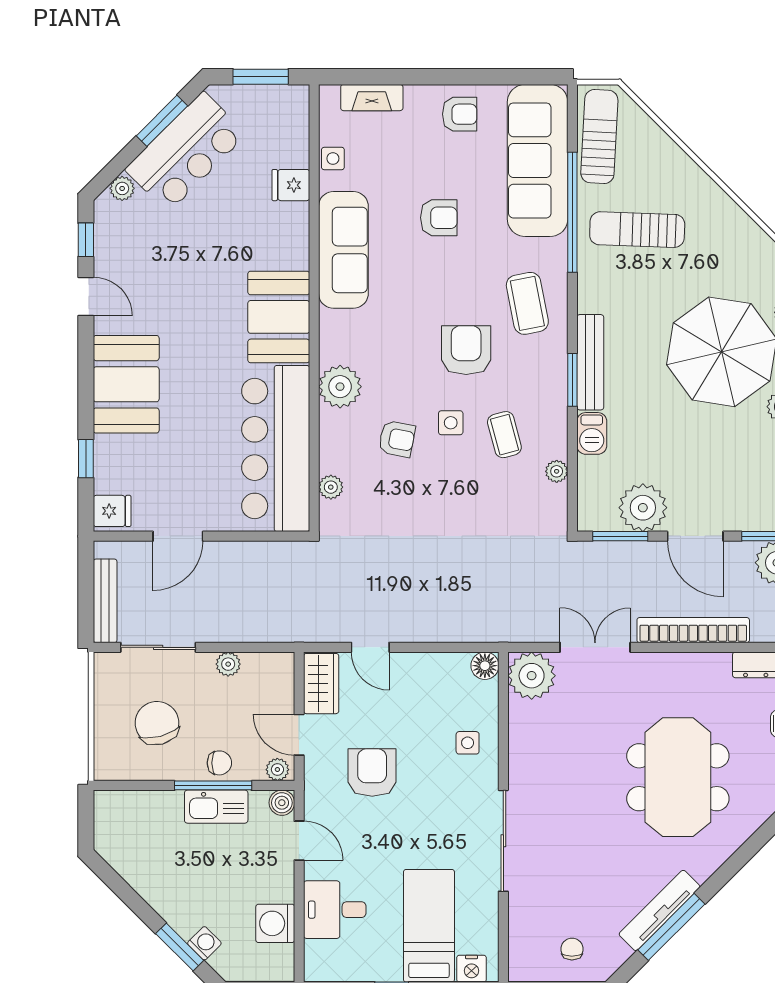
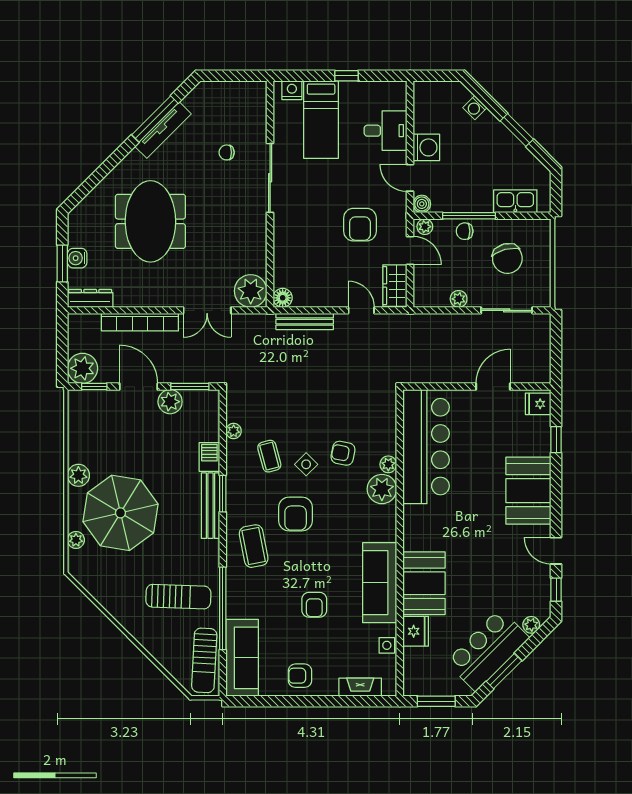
sofa: (538, 160) -> (242, 658), width x0.74, depth x0.79
fridge: (291, 185) -> (416, 631), width x1.38
armchair: (439, 218) -> (314, 605), turned -90
booth: (279, 317) -> (424, 583), moved
side table: (451, 423) -> (306, 464), turned 45
plant: (331, 487) -> (388, 464), moved
plant: (643, 508) -> (170, 402), width x0.73, depth x0.73
bench: (105, 601) -> (305, 322), moved, turned 90
side table: (468, 743) -> (295, 245), removed
kitchen sink: (216, 807) -> (515, 201), moved
washing machine: (275, 923) -> (426, 147), moved
window: (180, 947) -> (517, 130), moved
chair: (572, 949) -> (227, 152), moved, turned 90

